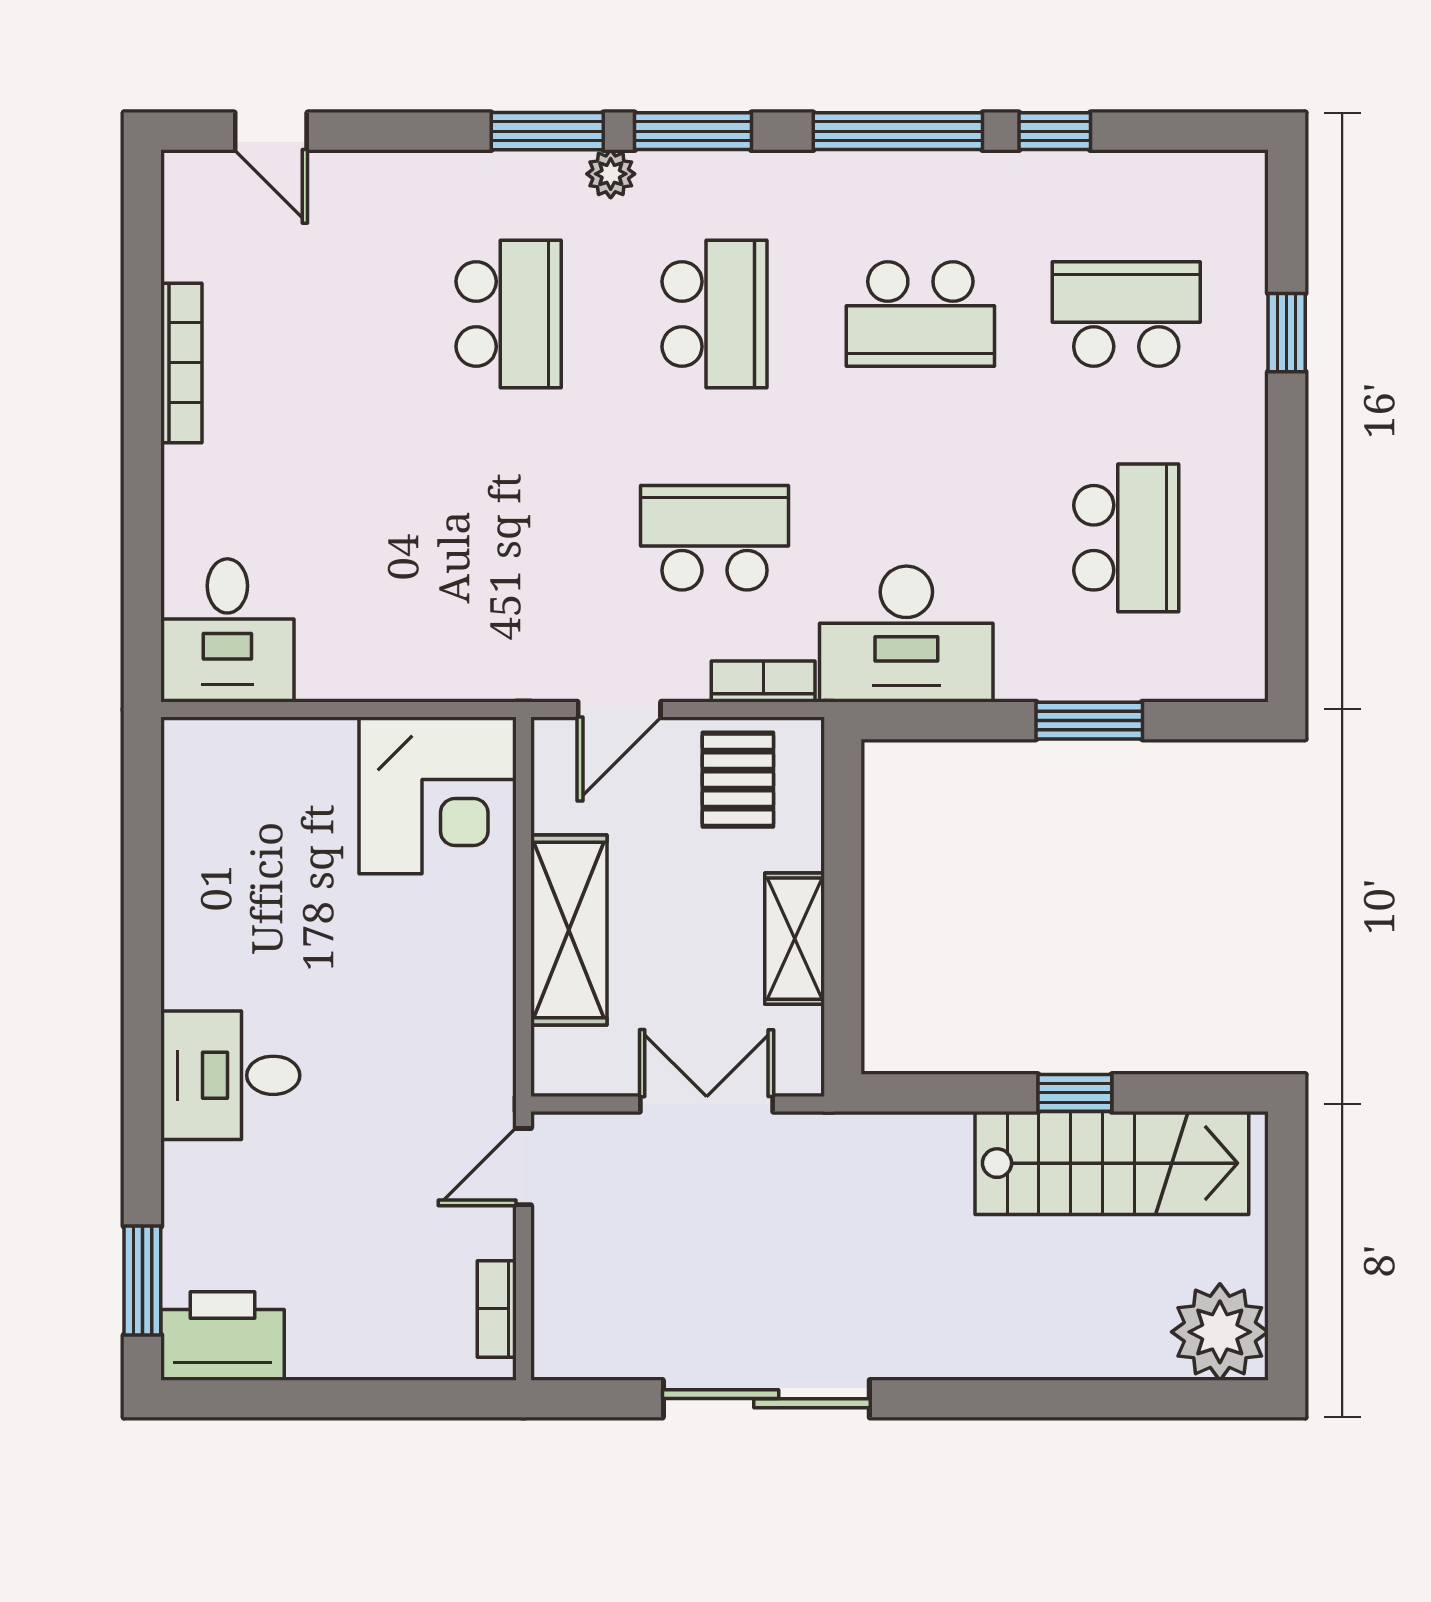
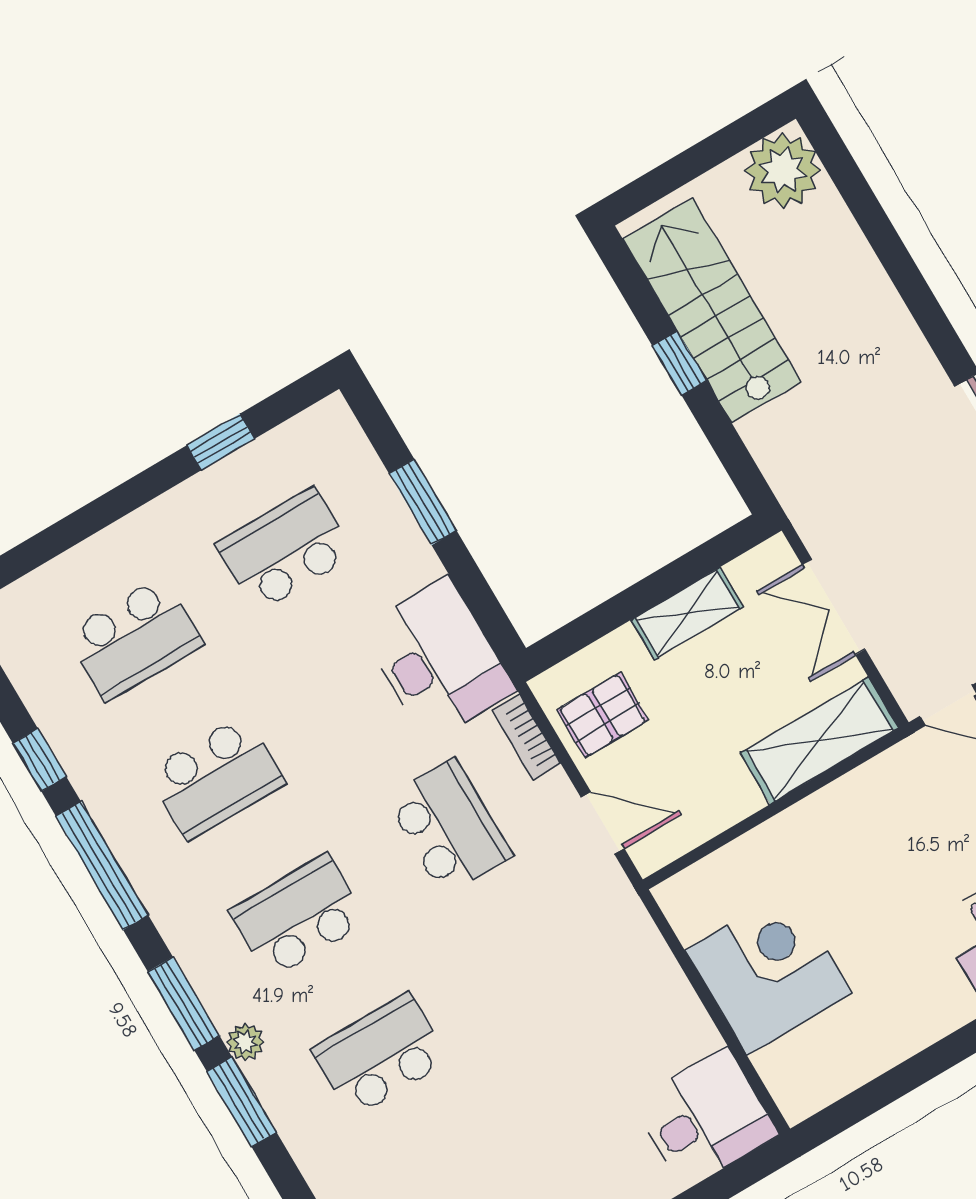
school desk: (920, 314) -> (216, 778), turned 90
school desk: (1126, 314) -> (134, 639), turned -90
window: (1287, 333) -> (220, 442), moved
school desk: (715, 538) -> (449, 827), turned 180
corner desk: (438, 795) -> (769, 972), moved
shelving: (569, 930) -> (819, 741), moved

